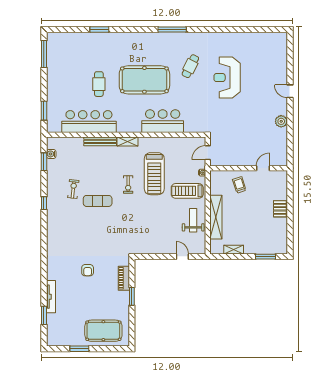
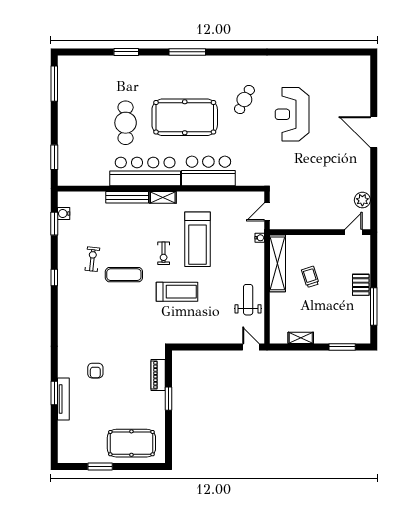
window: (172, 30) -> (187, 52), moved
cafe table: (99, 84) -> (126, 123), width x1.37, depth x1.35
door: (290, 91) -> (374, 132), width x1.87
plant: (281, 121) -> (362, 200), moved
bar counter: (89, 122) -> (145, 171), moved
door: (263, 168) -> (353, 232), moved
trolley: (239, 185) -> (310, 277), moved
treadmill: (187, 191) -> (177, 292), moved, turned 180
shelving: (216, 217) -> (278, 263), moved
window: (290, 225) -> (374, 306), added
door: (182, 257) -> (251, 347), moved
armchair: (88, 270) -> (95, 371), moved
window: (44, 315) -> (54, 393), moved

